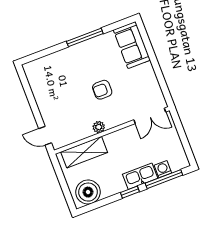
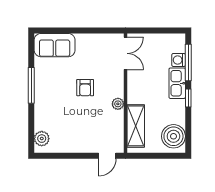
plant: (38, 67) -> (42, 139), added

